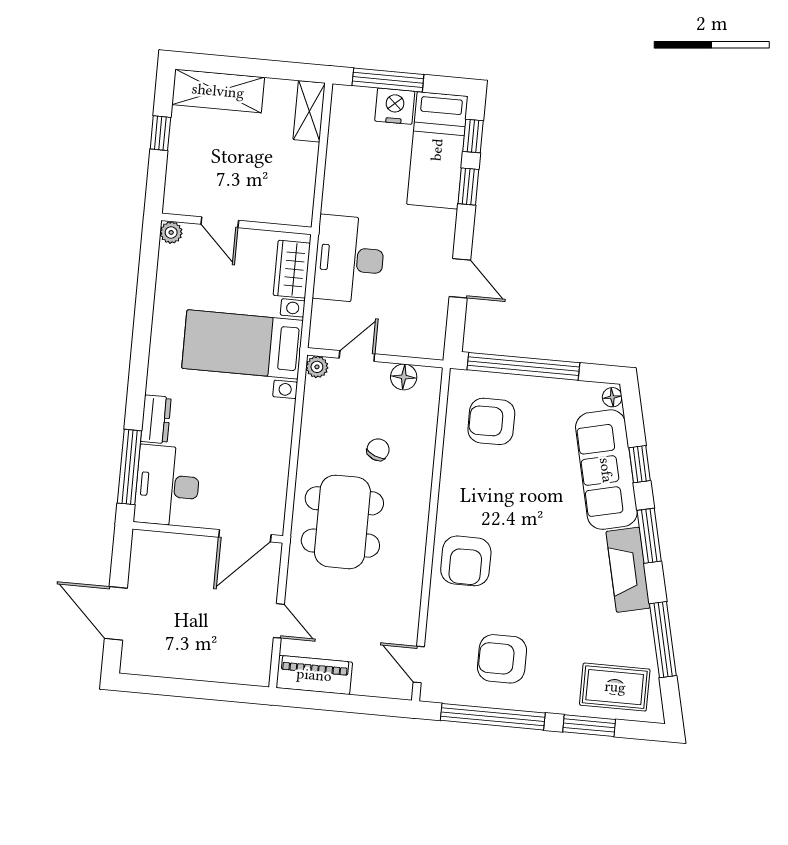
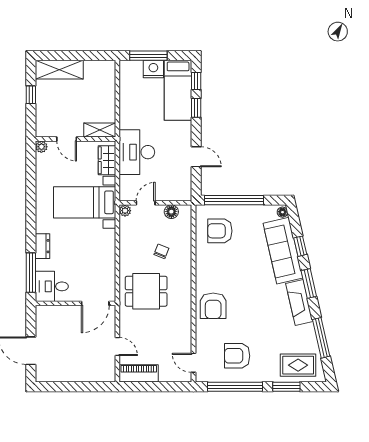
shelving: (309, 111) -> (100, 130), moved, turned 90
desk: (167, 486) -> (52, 286), width x0.73
dining table: (342, 522) -> (146, 291), width x0.73

